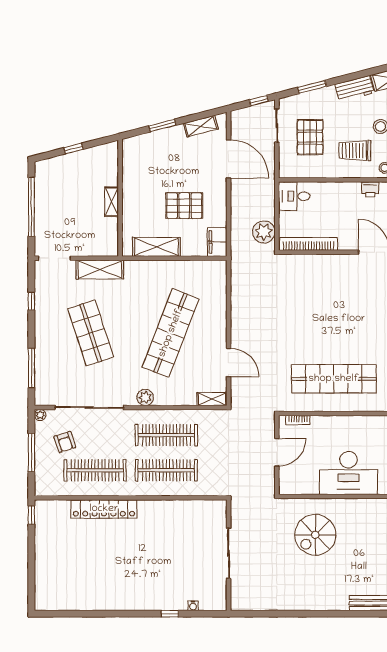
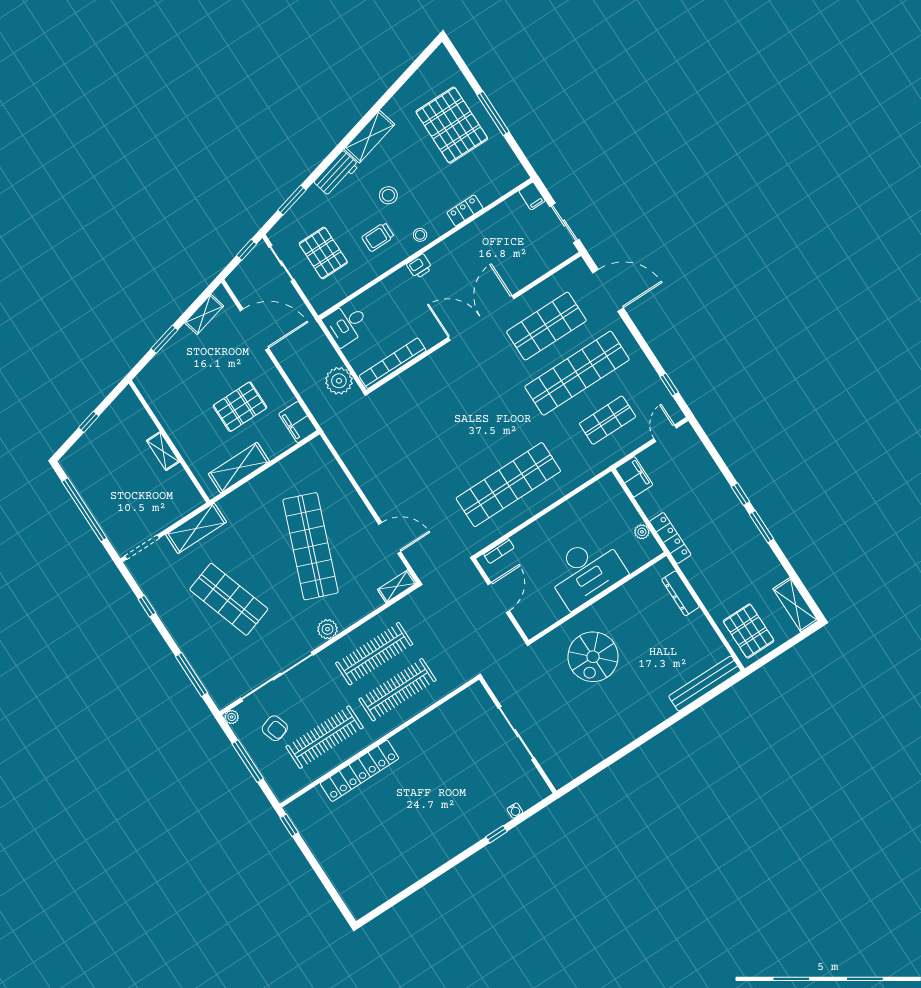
trolley: (355, 151) -> (378, 237), width x0.73, depth x0.72

